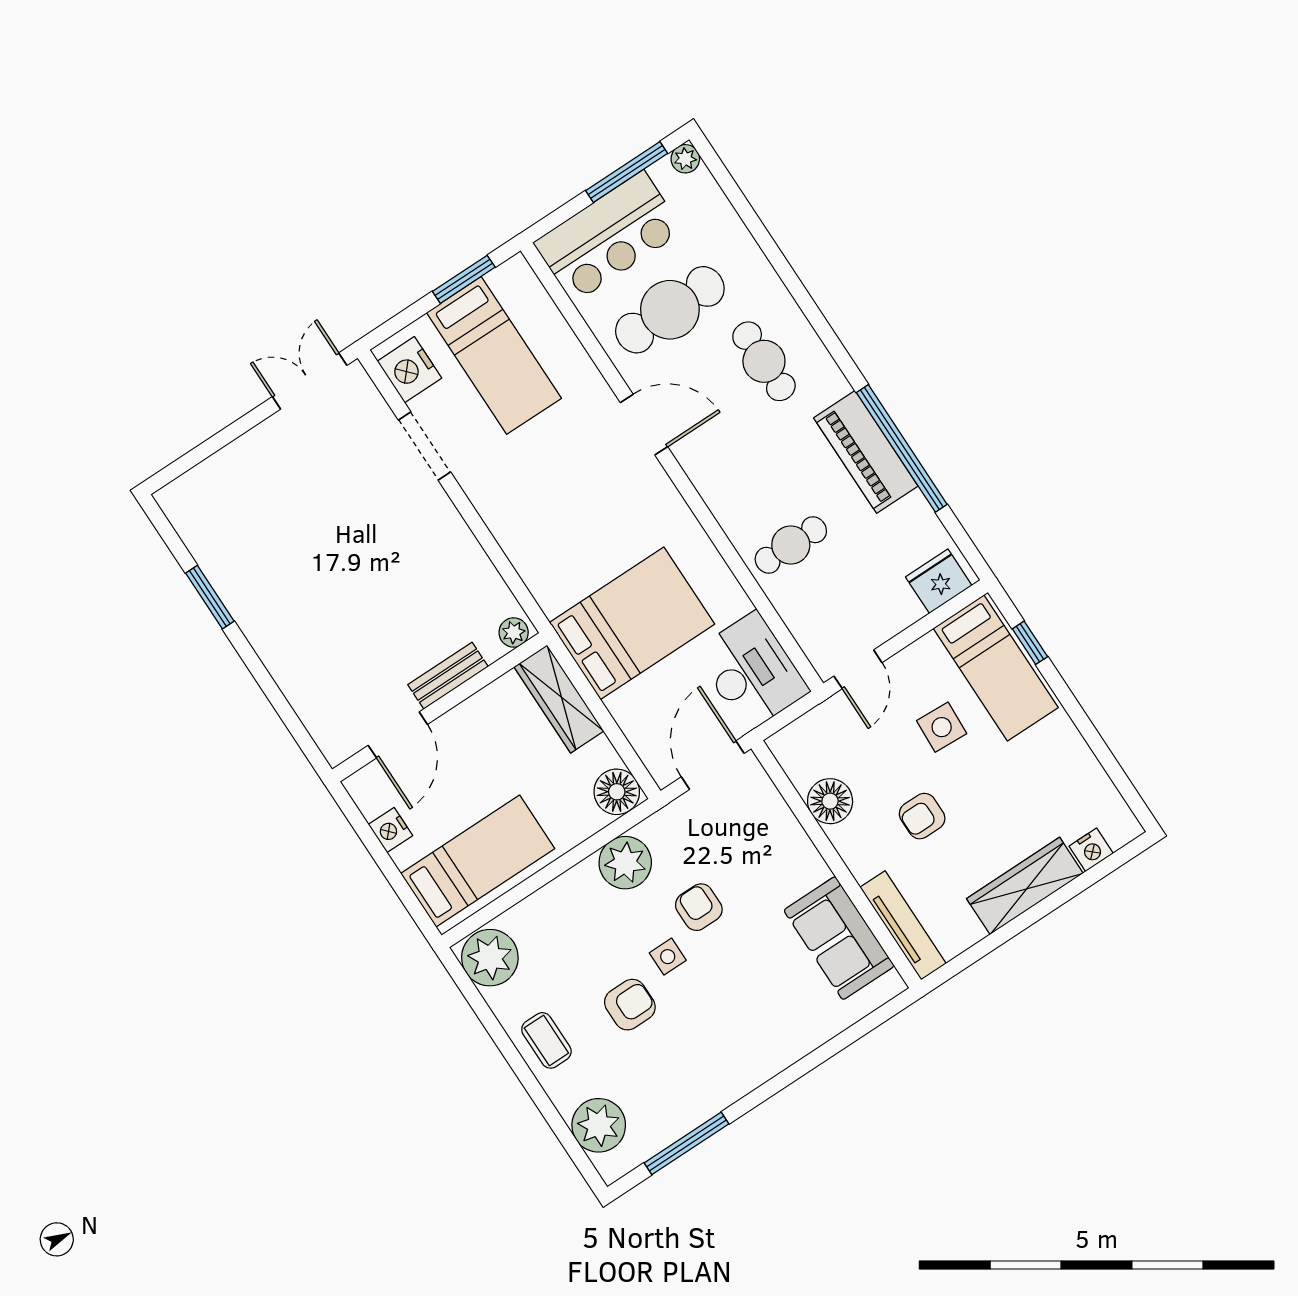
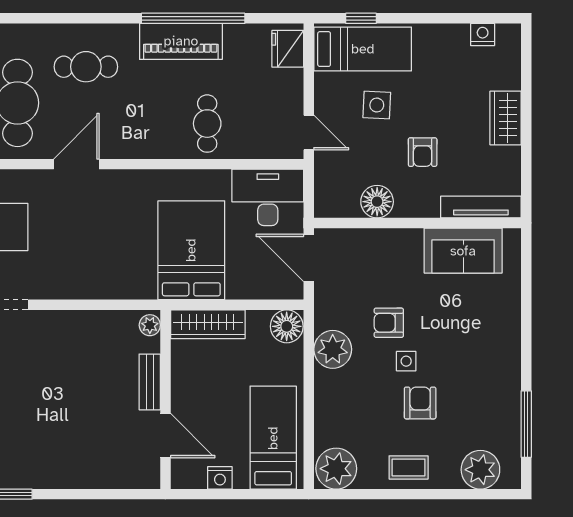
nightstand: (1091, 850) -> (483, 34), moved, turned -90
wardrobe: (1025, 886) -> (505, 118), width x0.67

